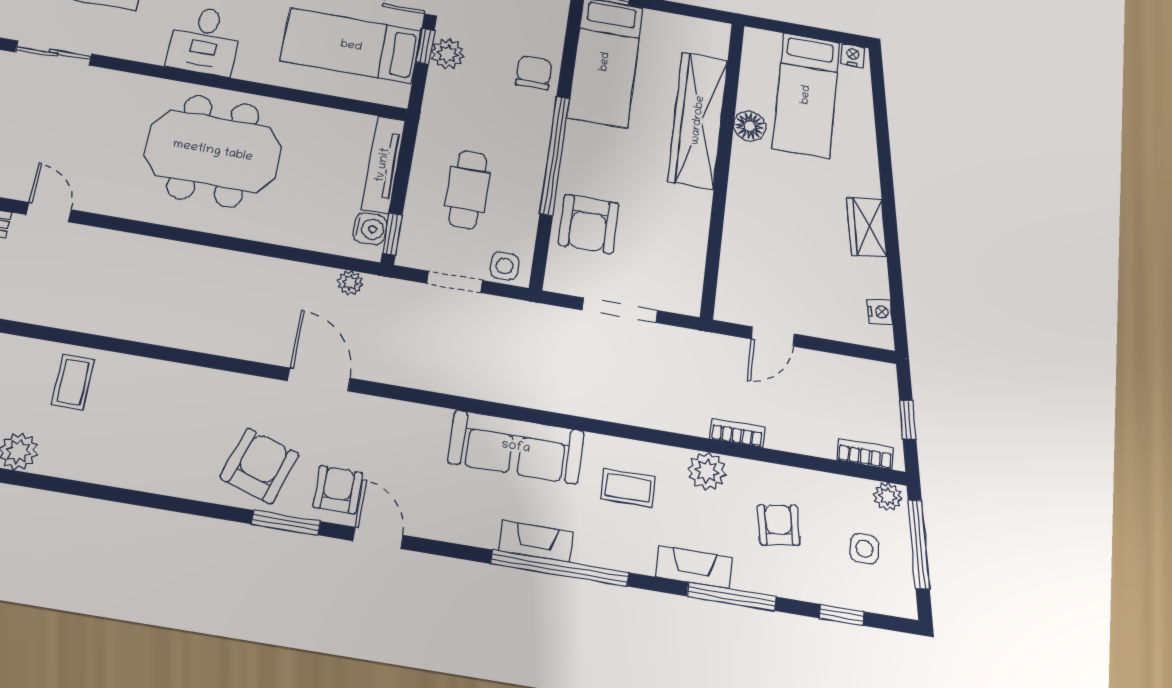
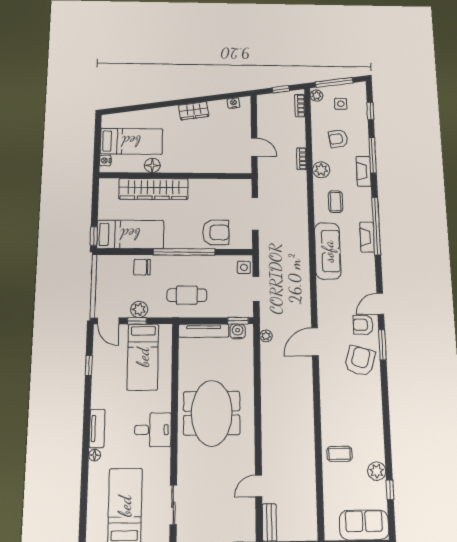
nightstand: (853, 55) -> (105, 161), moved
cafe table: (468, 189) -> (187, 295), moved
armchair: (259, 466) -> (360, 361), turned 88

